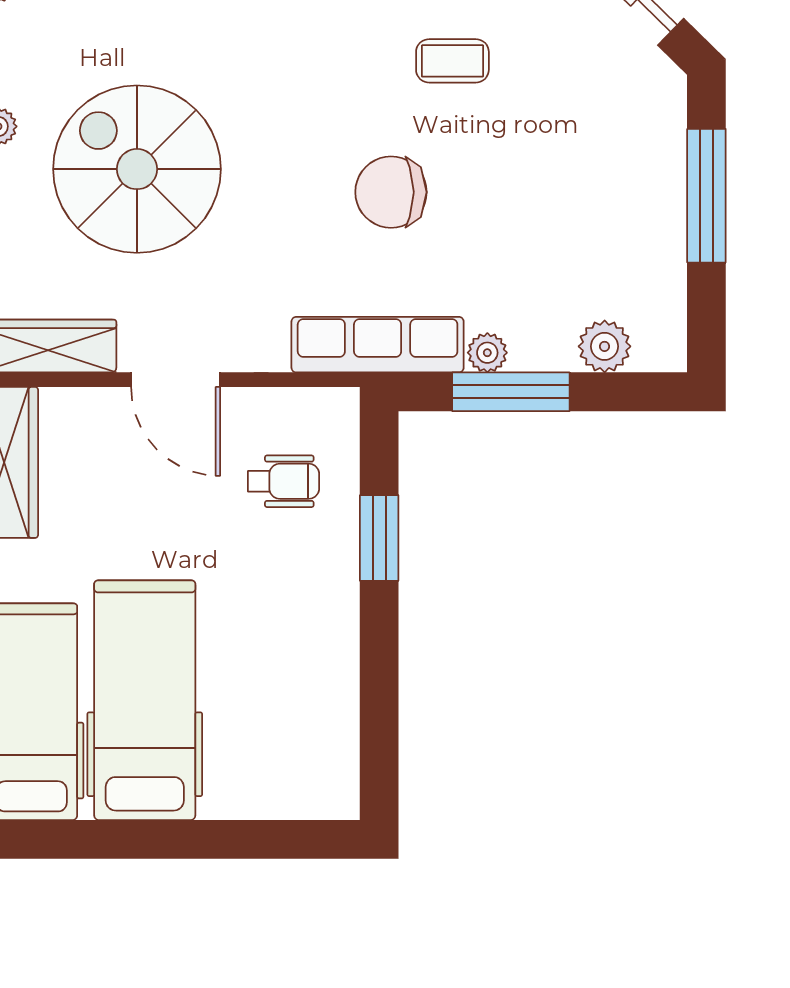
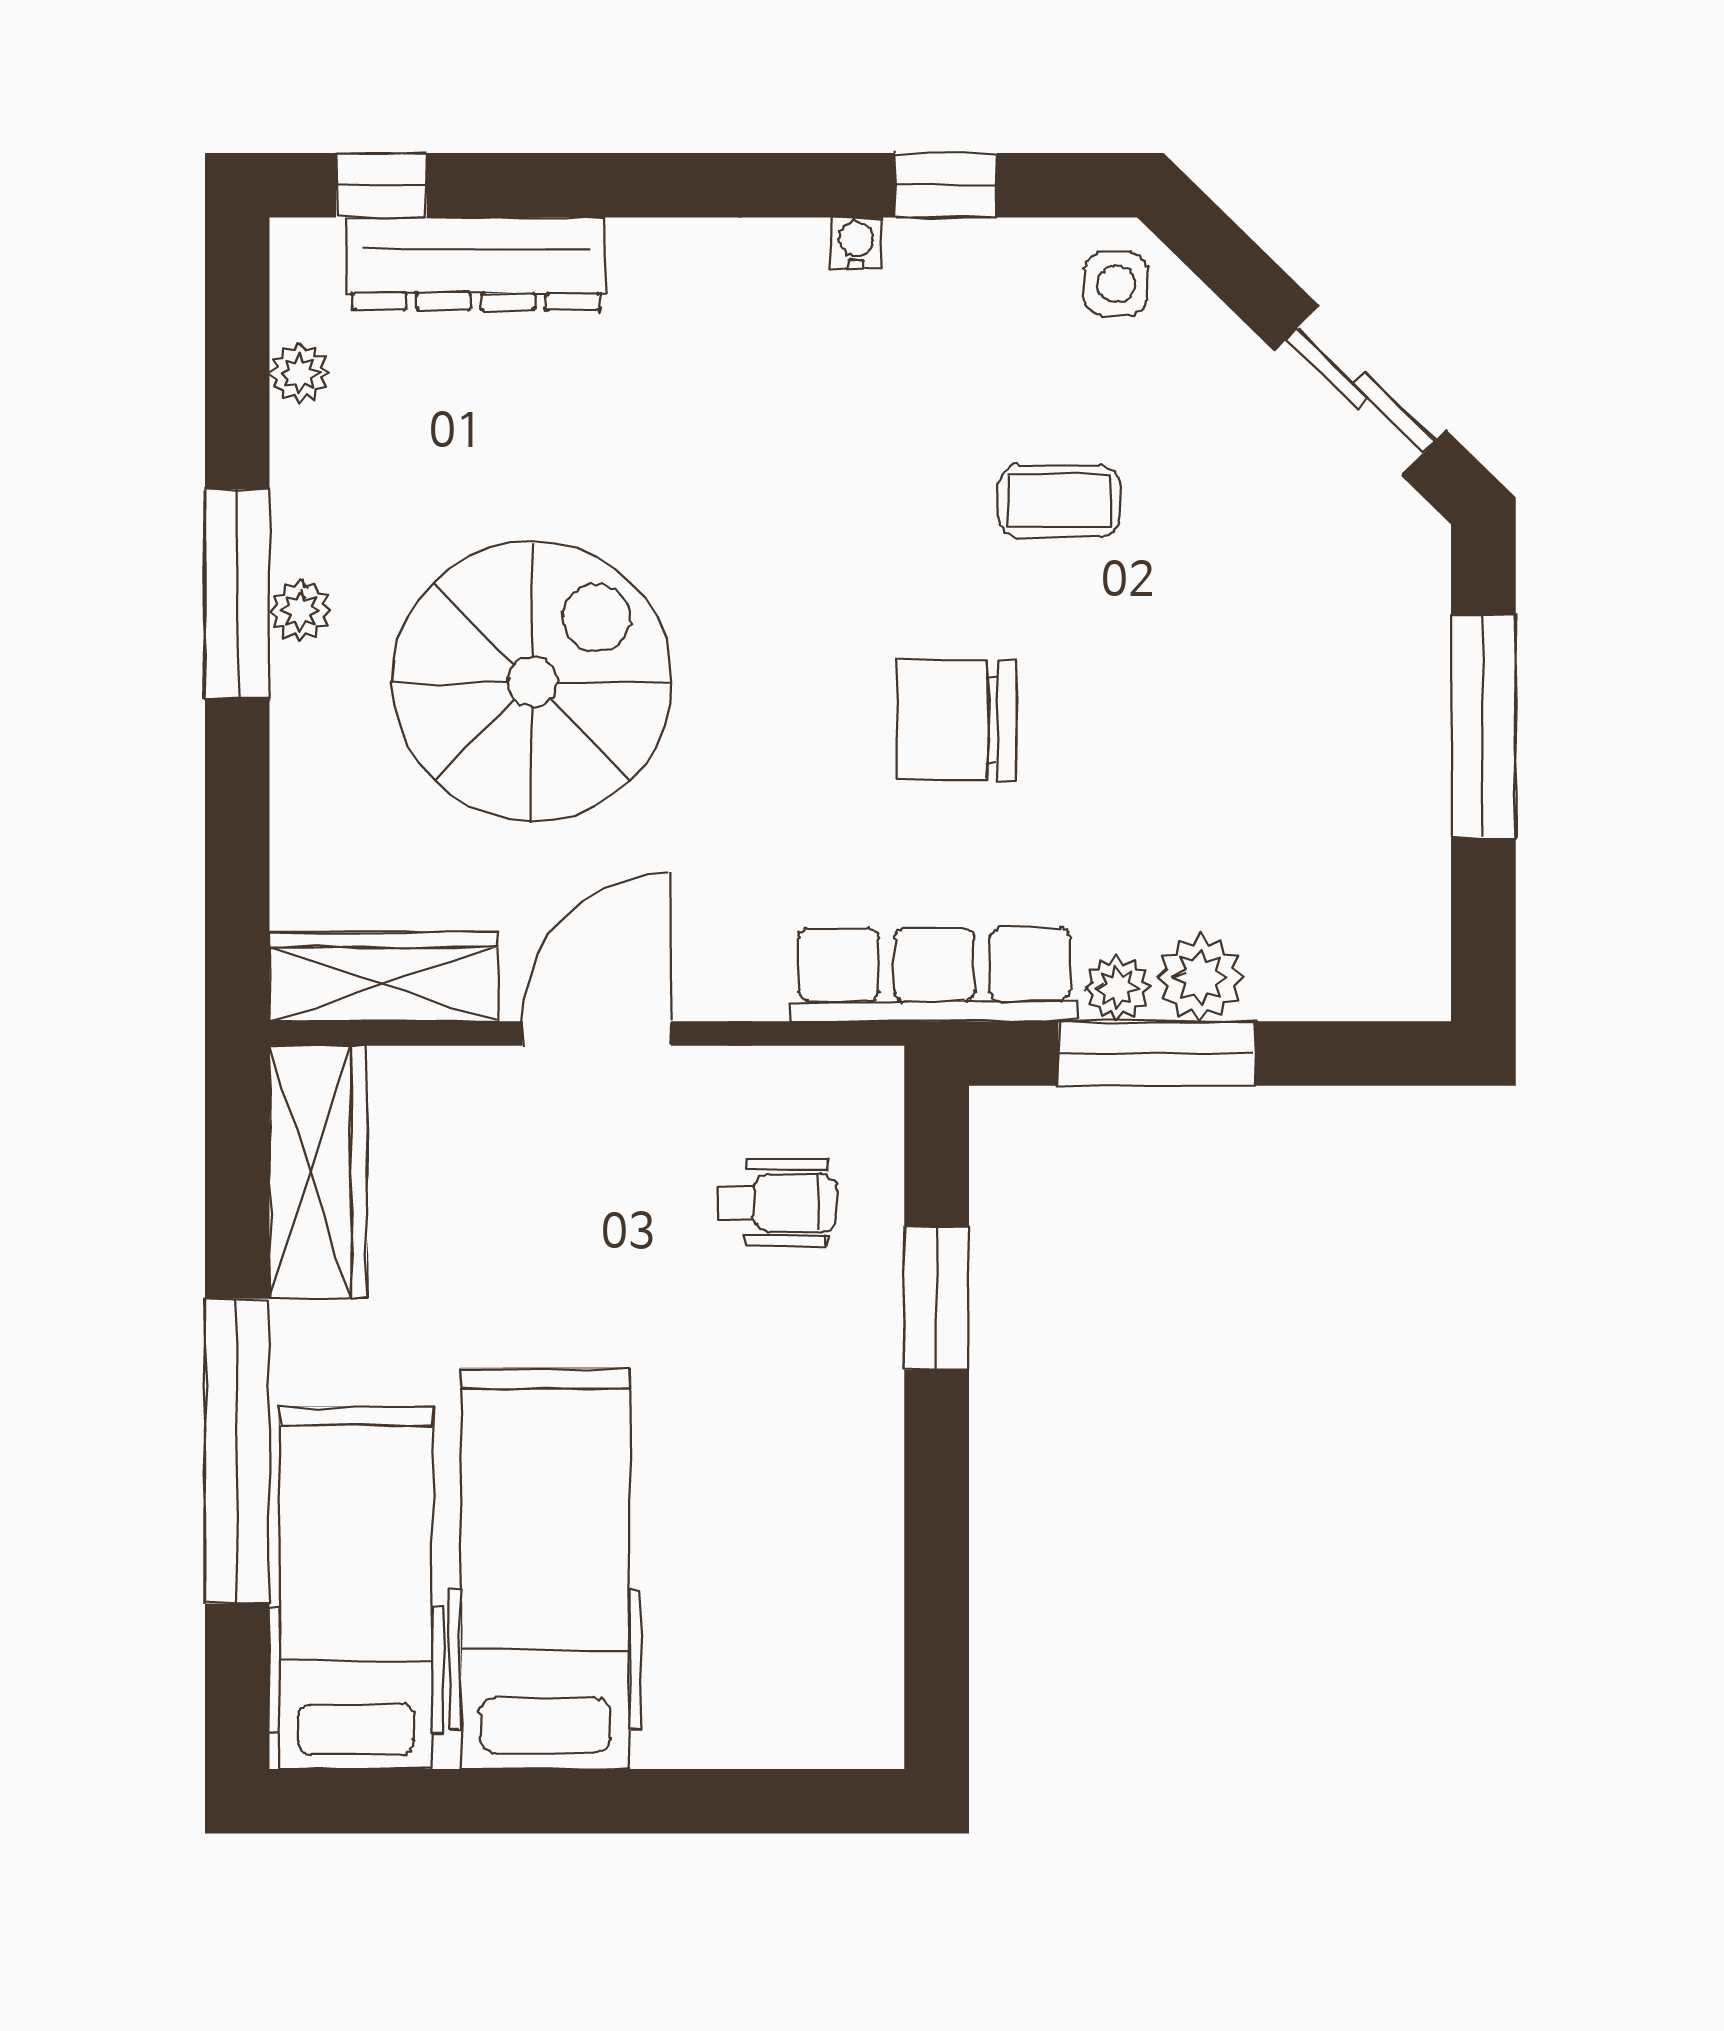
spiral stairs: (137, 169) -> (532, 682), turned 90
plant: (605, 346) -> (1200, 978), moved
door: (176, 380) -> (597, 1033), swing flipped

